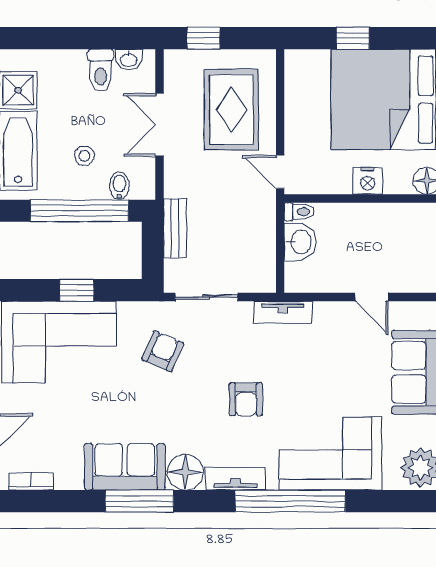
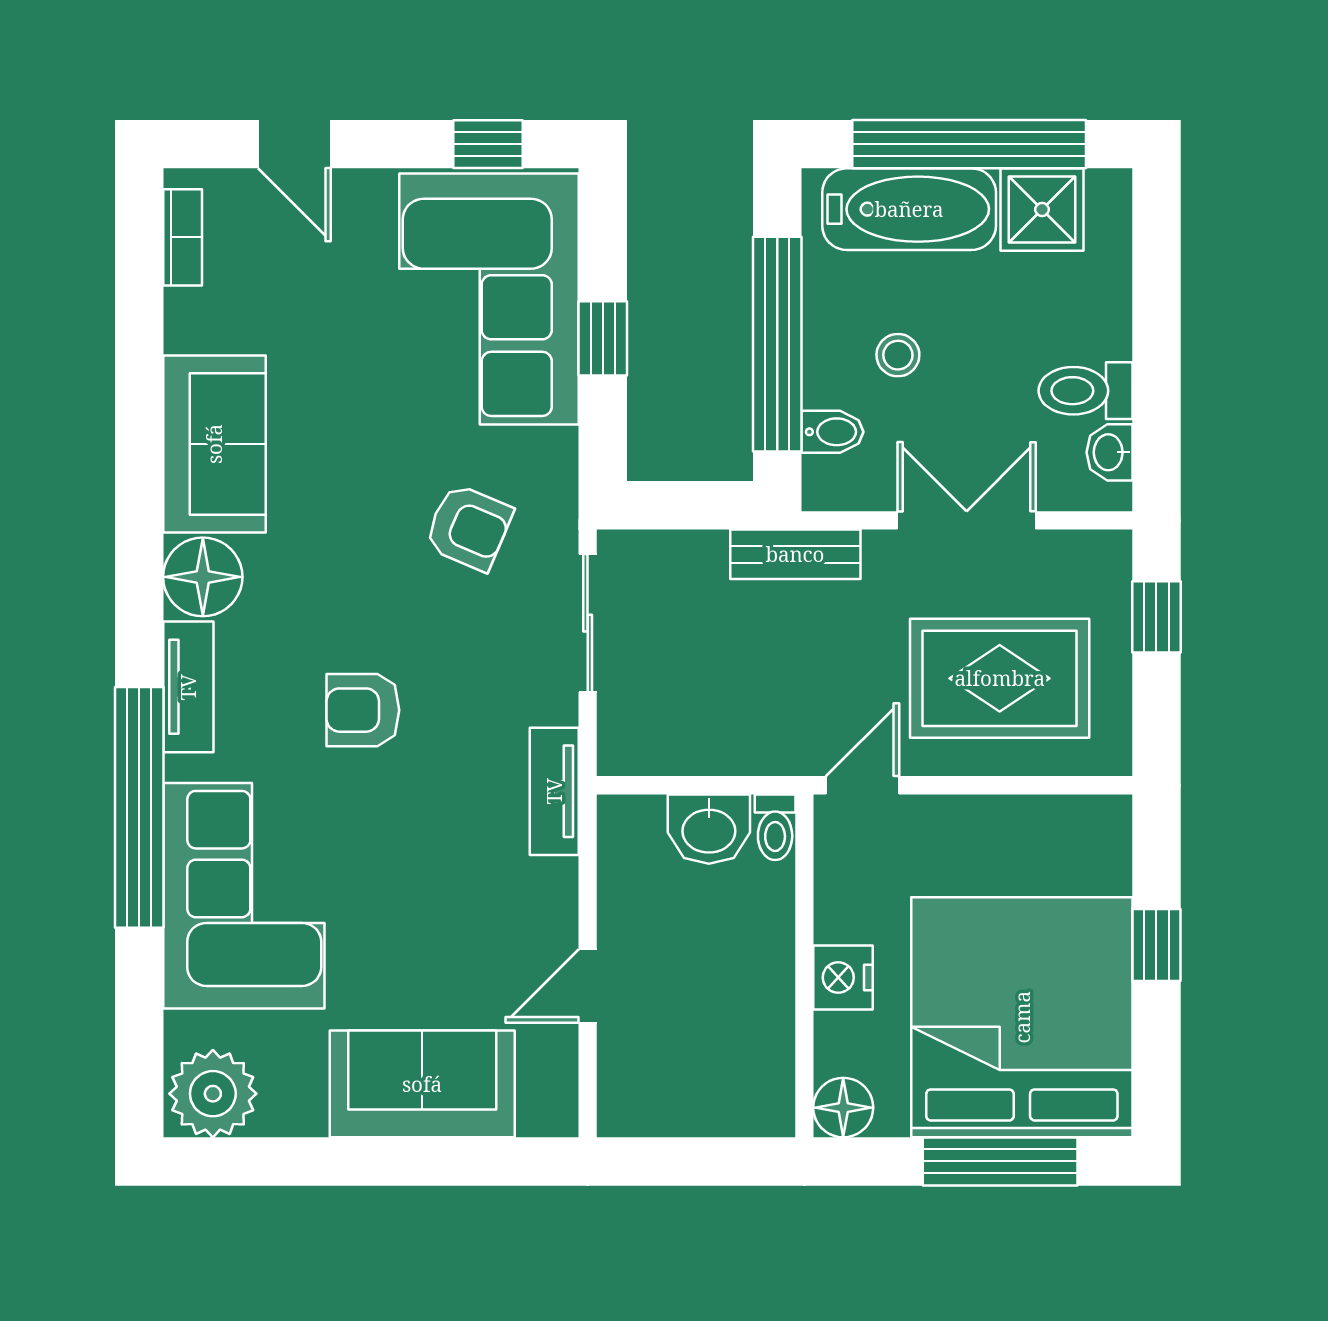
bench: (175, 228) -> (795, 554), moved
window: (140, 501) -> (139, 476), removed

